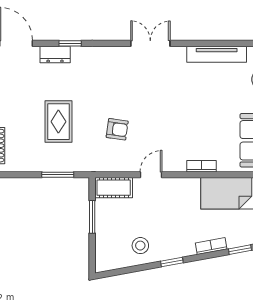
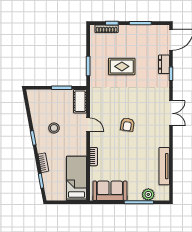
double door: (150, 43) -> (171, 113), moved
armchair: (117, 129) -> (127, 125), moved
stool: (140, 246) -> (54, 128), moved

